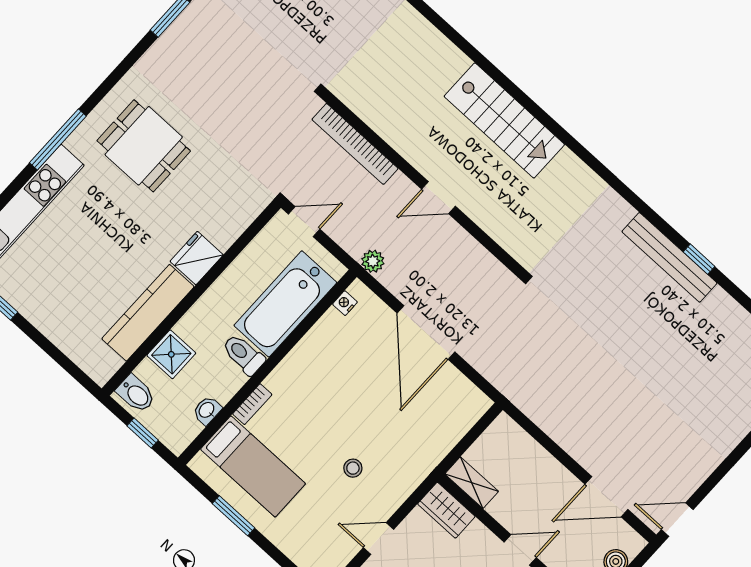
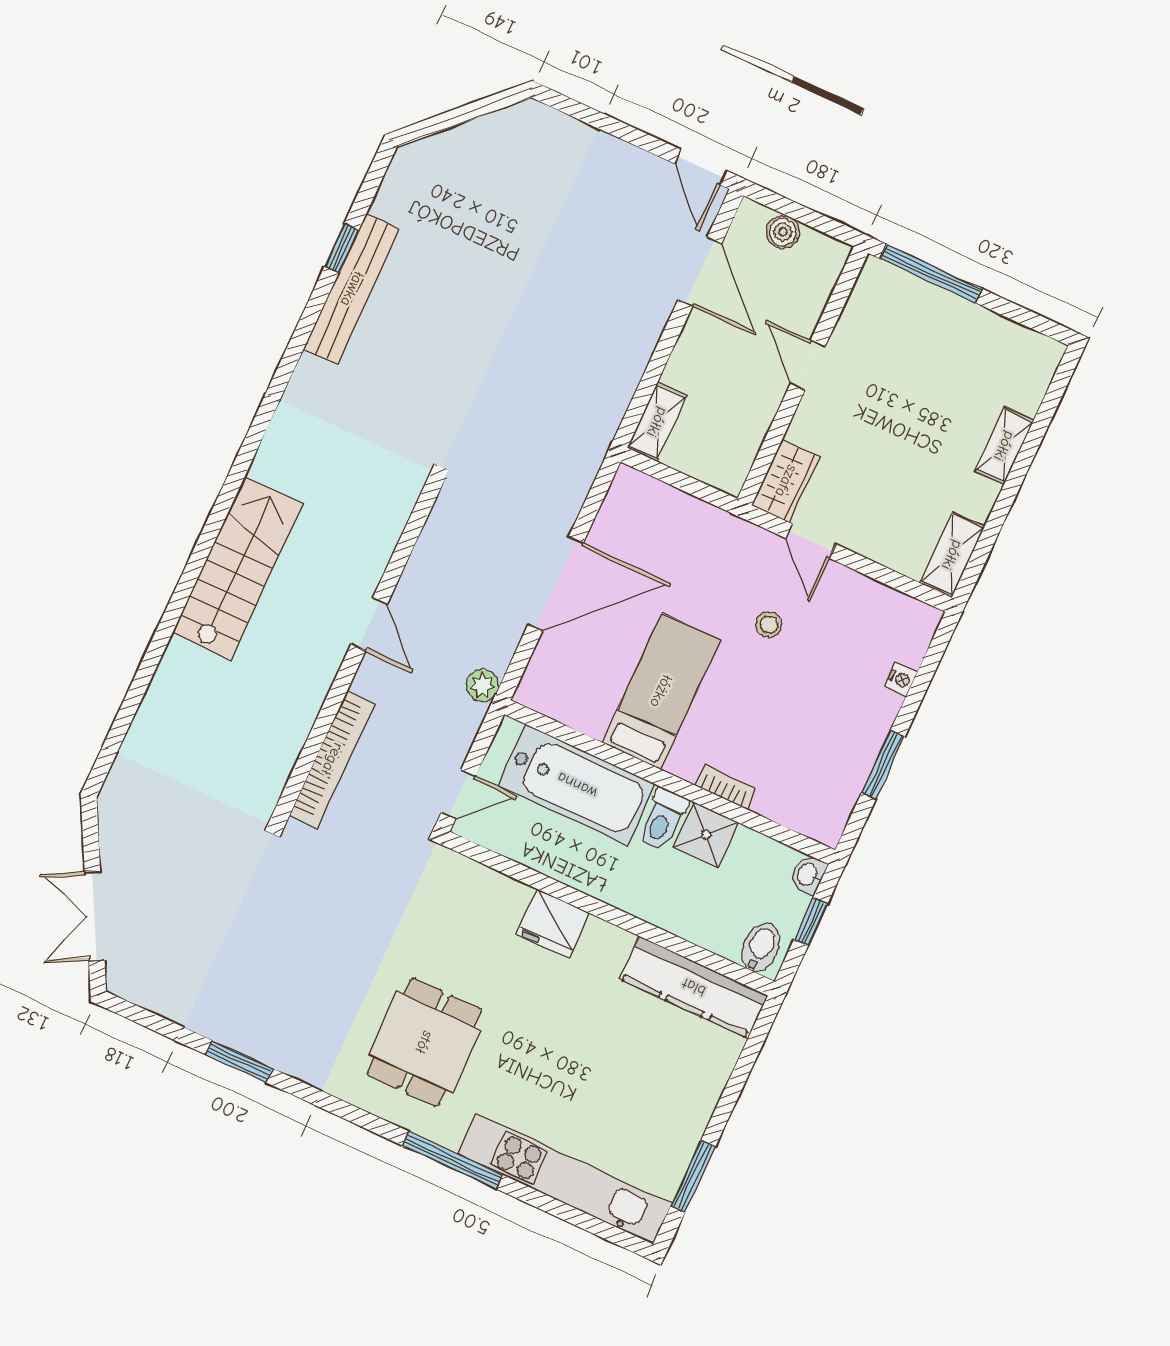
door: (304, 222) -> (458, 794), swing flipped
nightstand: (345, 303) -> (901, 679), moved, turned -90
kitchen counter: (148, 313) -> (694, 987), moved
shower: (171, 354) -> (706, 835), moved
washbasin: (207, 410) -> (808, 874), moved, turned 90
bed: (253, 466) -> (661, 691), moved
shelving: (472, 483) -> (657, 422), moved
door: (378, 539) -> (811, 541), moved

